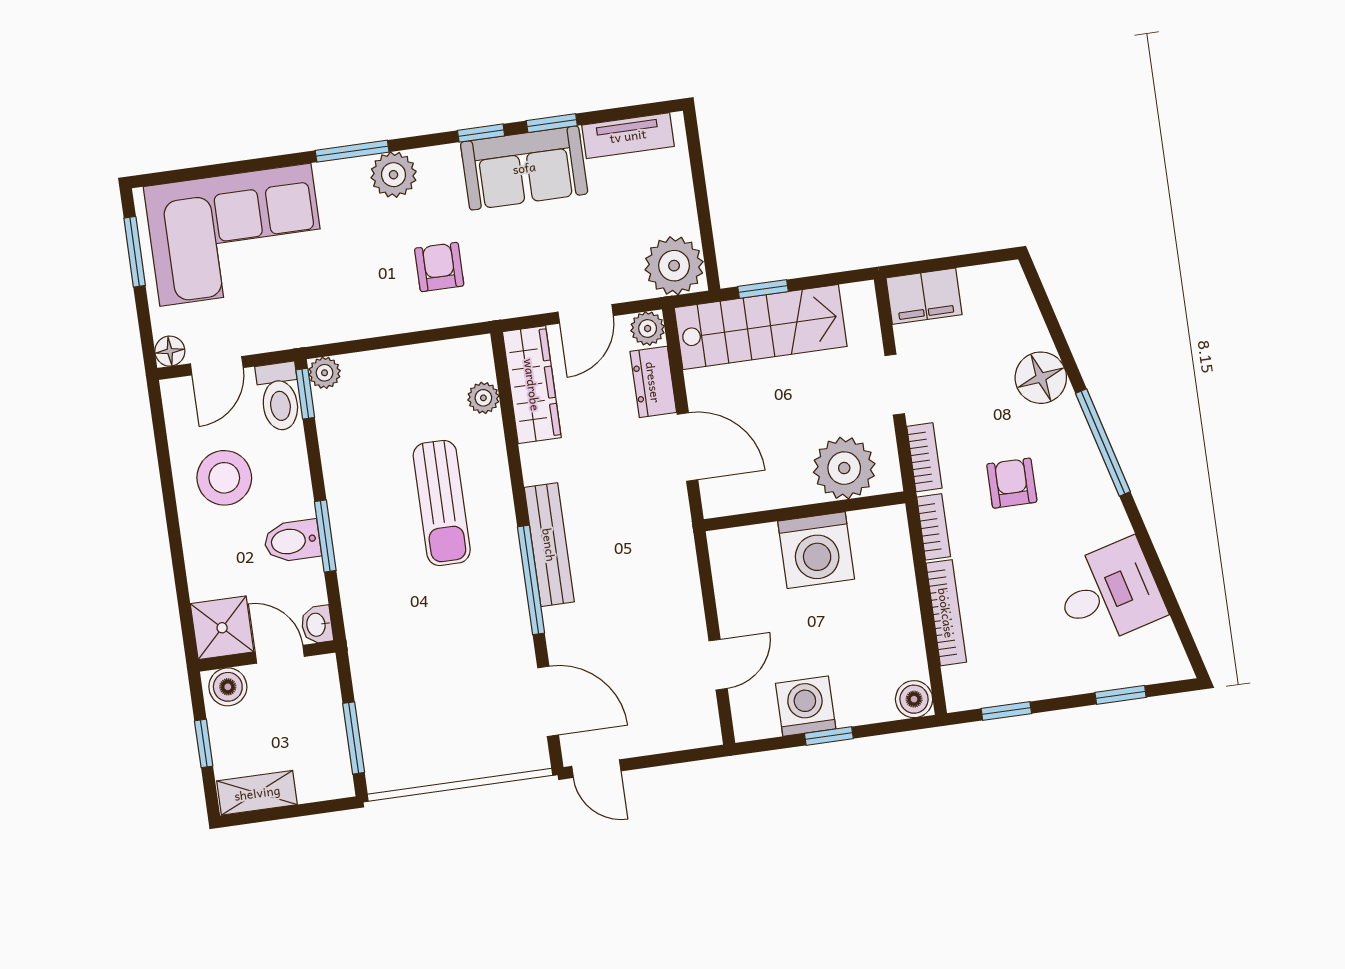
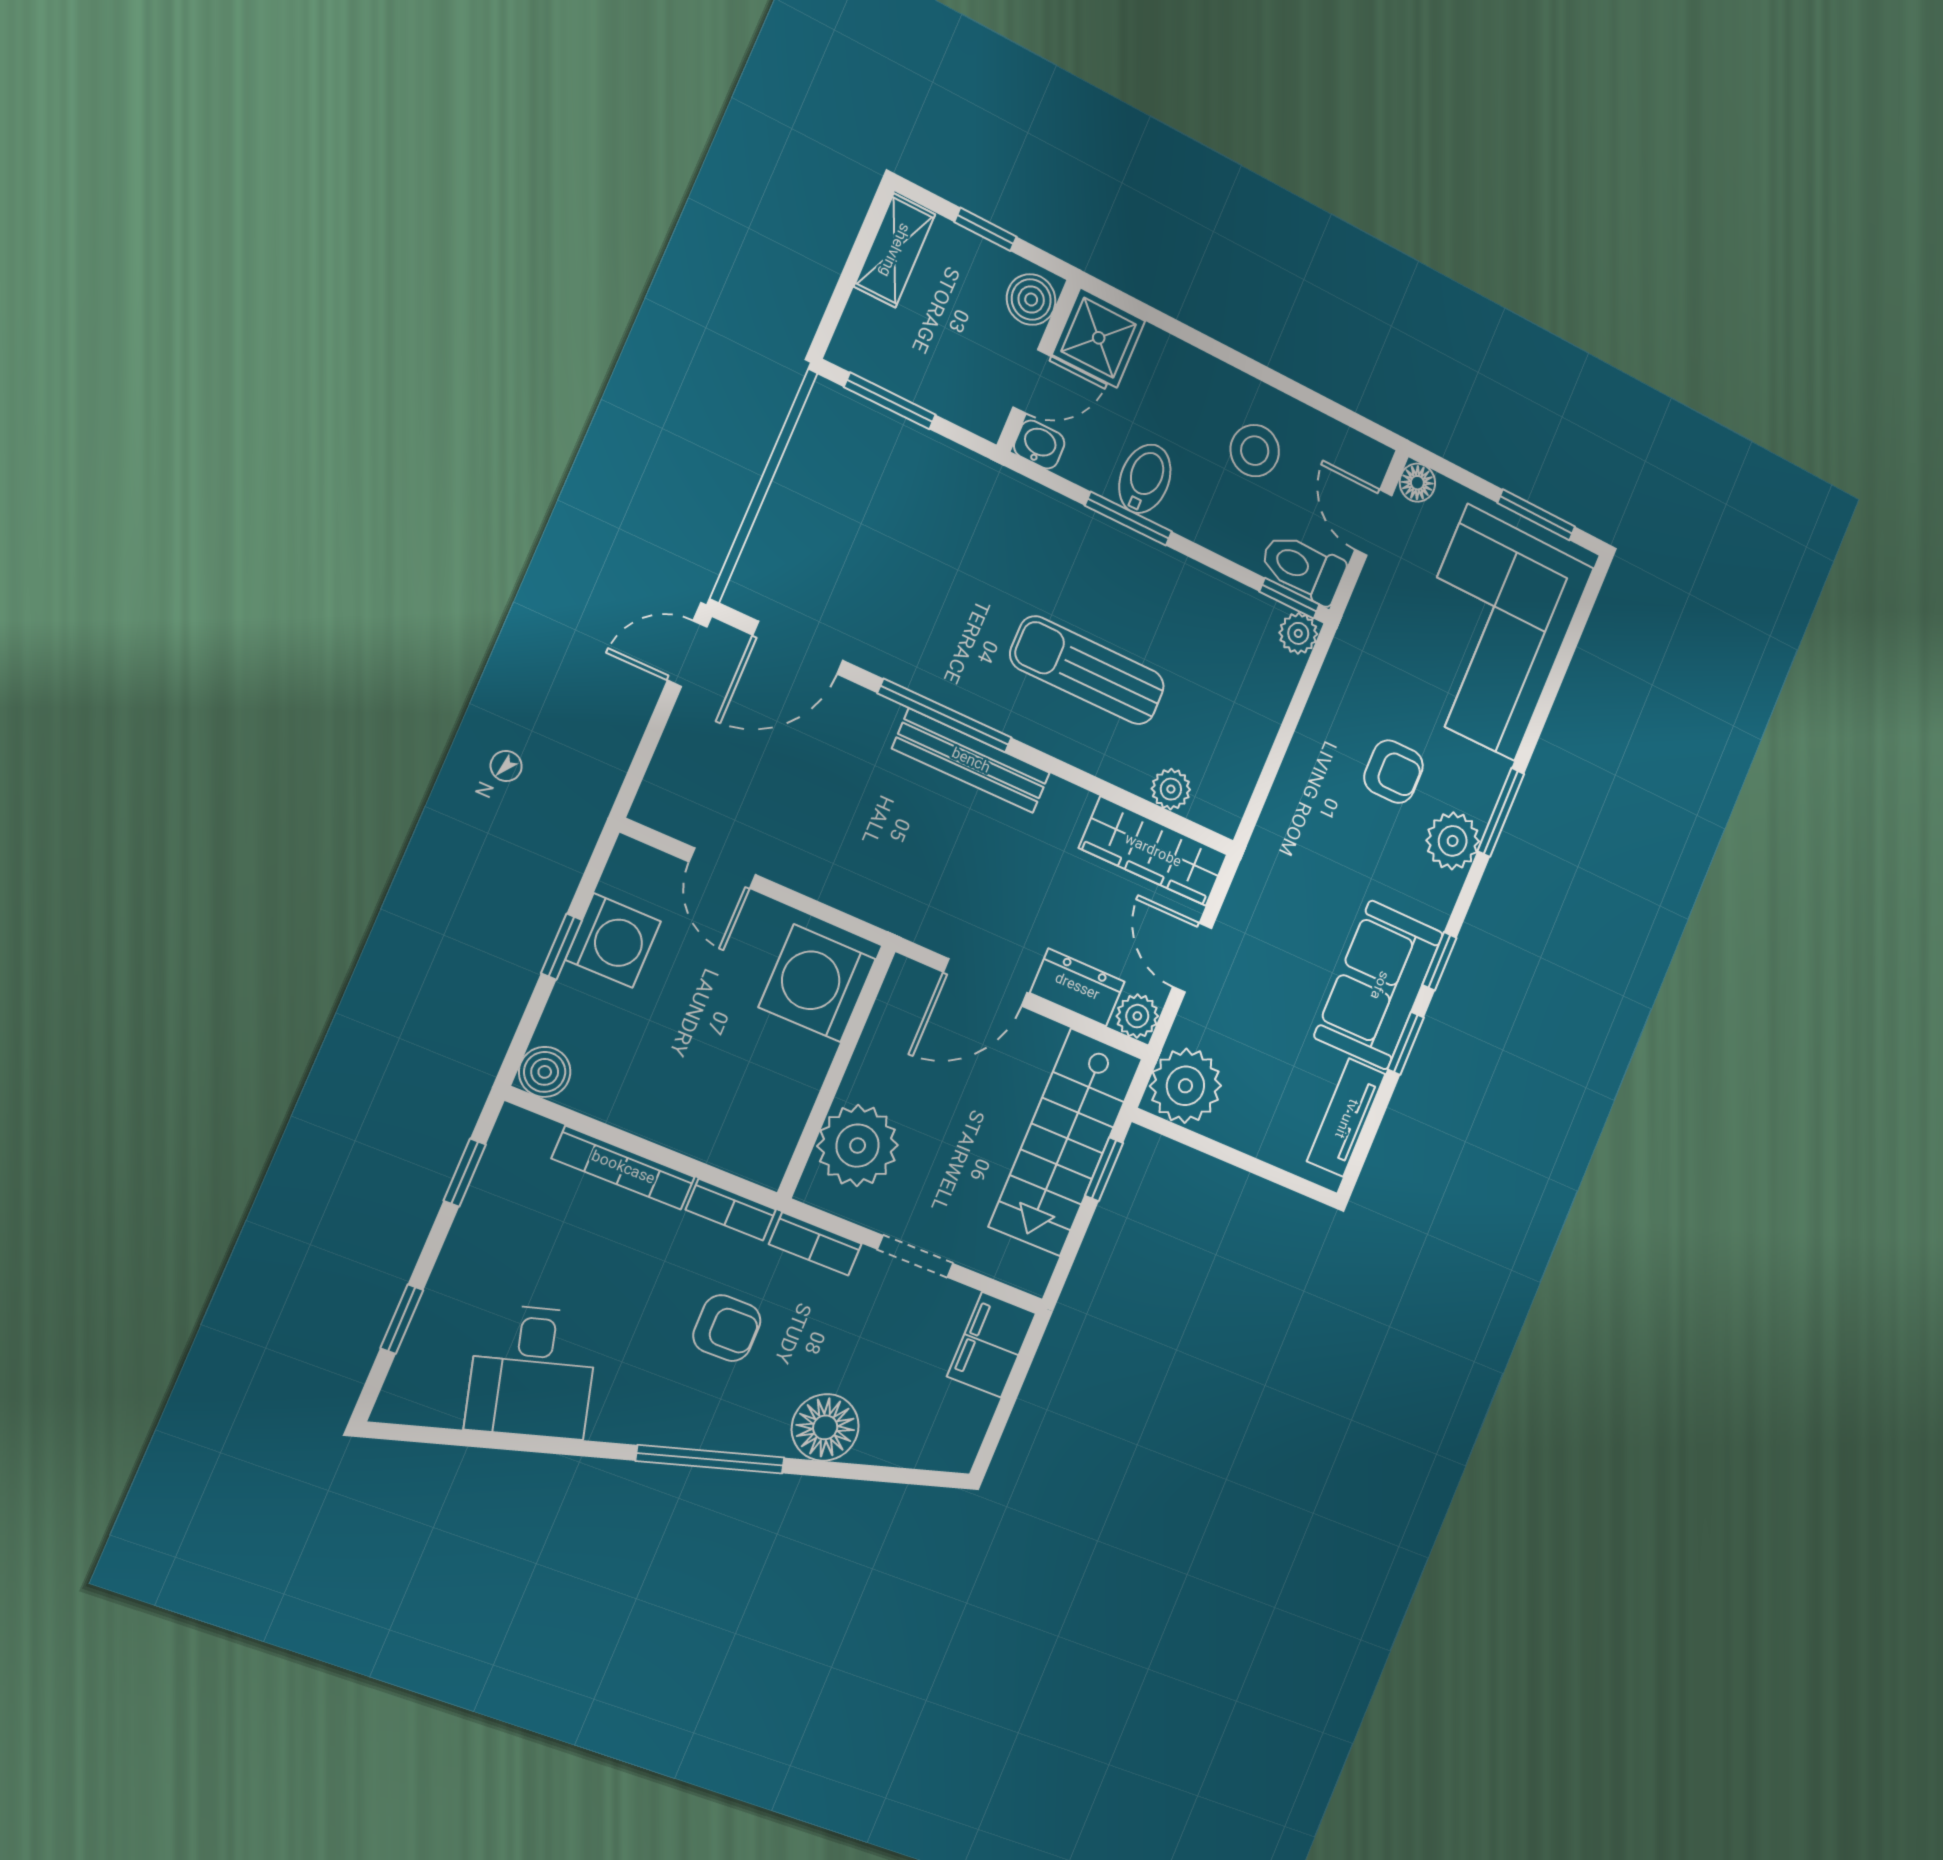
armchair: (439, 267) -> (1394, 772), moved
stool: (224, 478) -> (1255, 451), width x0.73, depth x0.73
washing machine: (816, 550) -> (817, 983), moved

